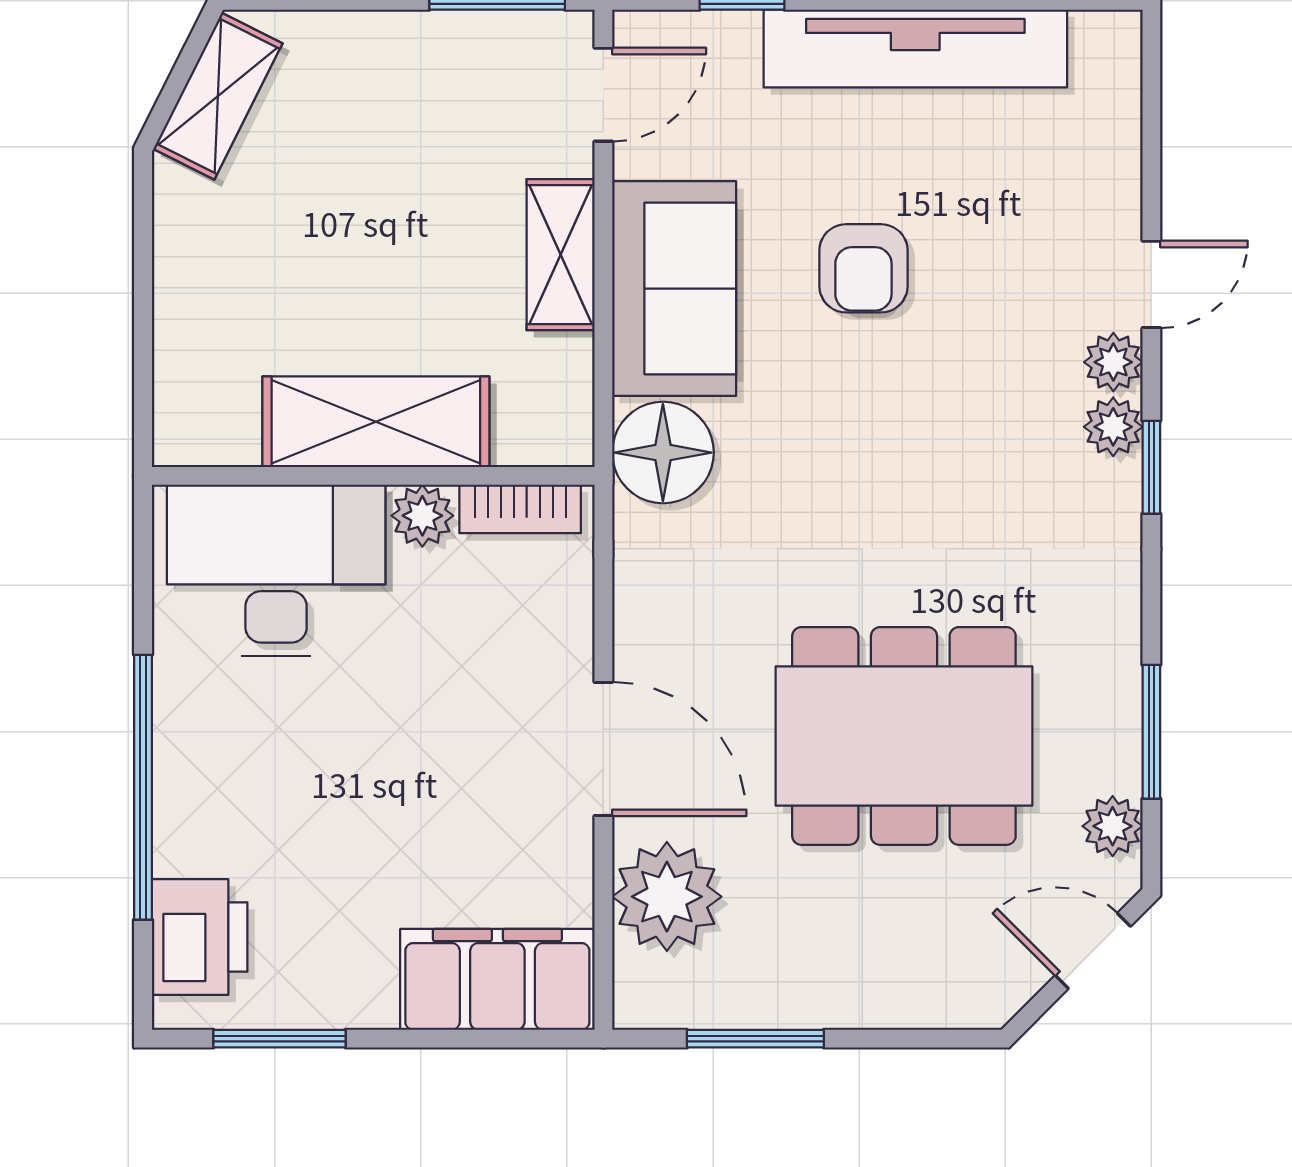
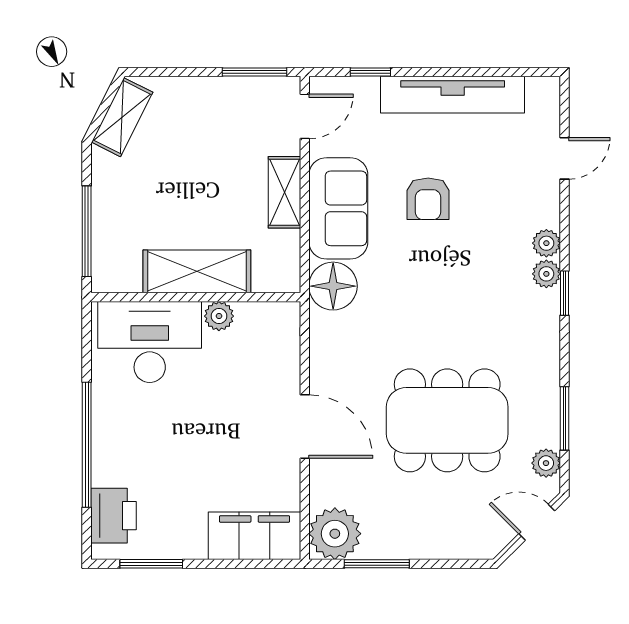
door: (1151, 284) -> (564, 158), moved
window: (143, 337) -> (87, 231), added
bookcase: (520, 509) -> (265, 313), removed
plant: (667, 897) -> (335, 534), moved

